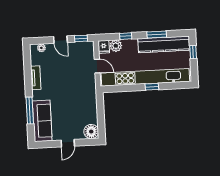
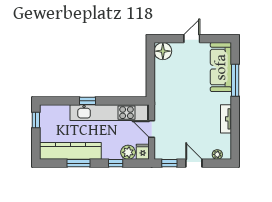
window: (193, 52) -> (36, 120), moved
kitchen unit: (145, 77) -> (109, 113), width x0.73

